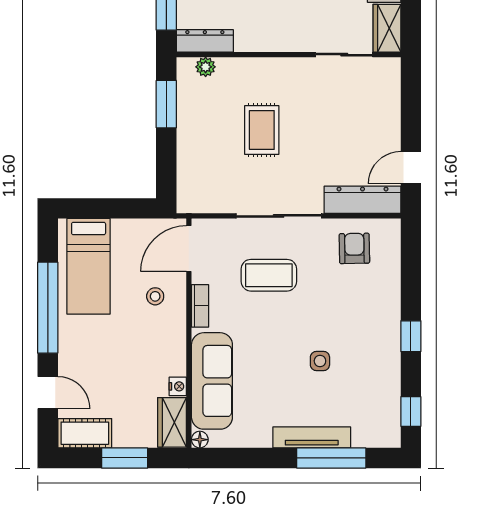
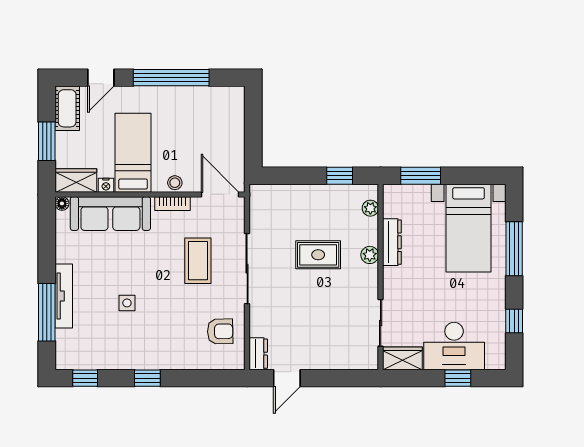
dresser: (205, 41) -> (392, 242), moved
plant: (262, 68) -> (370, 255), added
window: (166, 104) -> (340, 176), width x0.67
door: (411, 168) -> (287, 378), swing flipped
dresser: (362, 200) -> (258, 354), width x0.51, depth x0.80
bed: (89, 266) -> (133, 153), moved, turned 90
stool: (155, 296) -> (175, 183), moved

